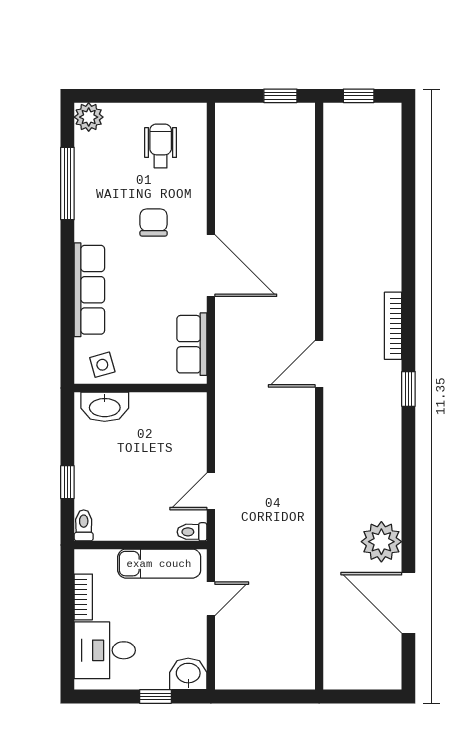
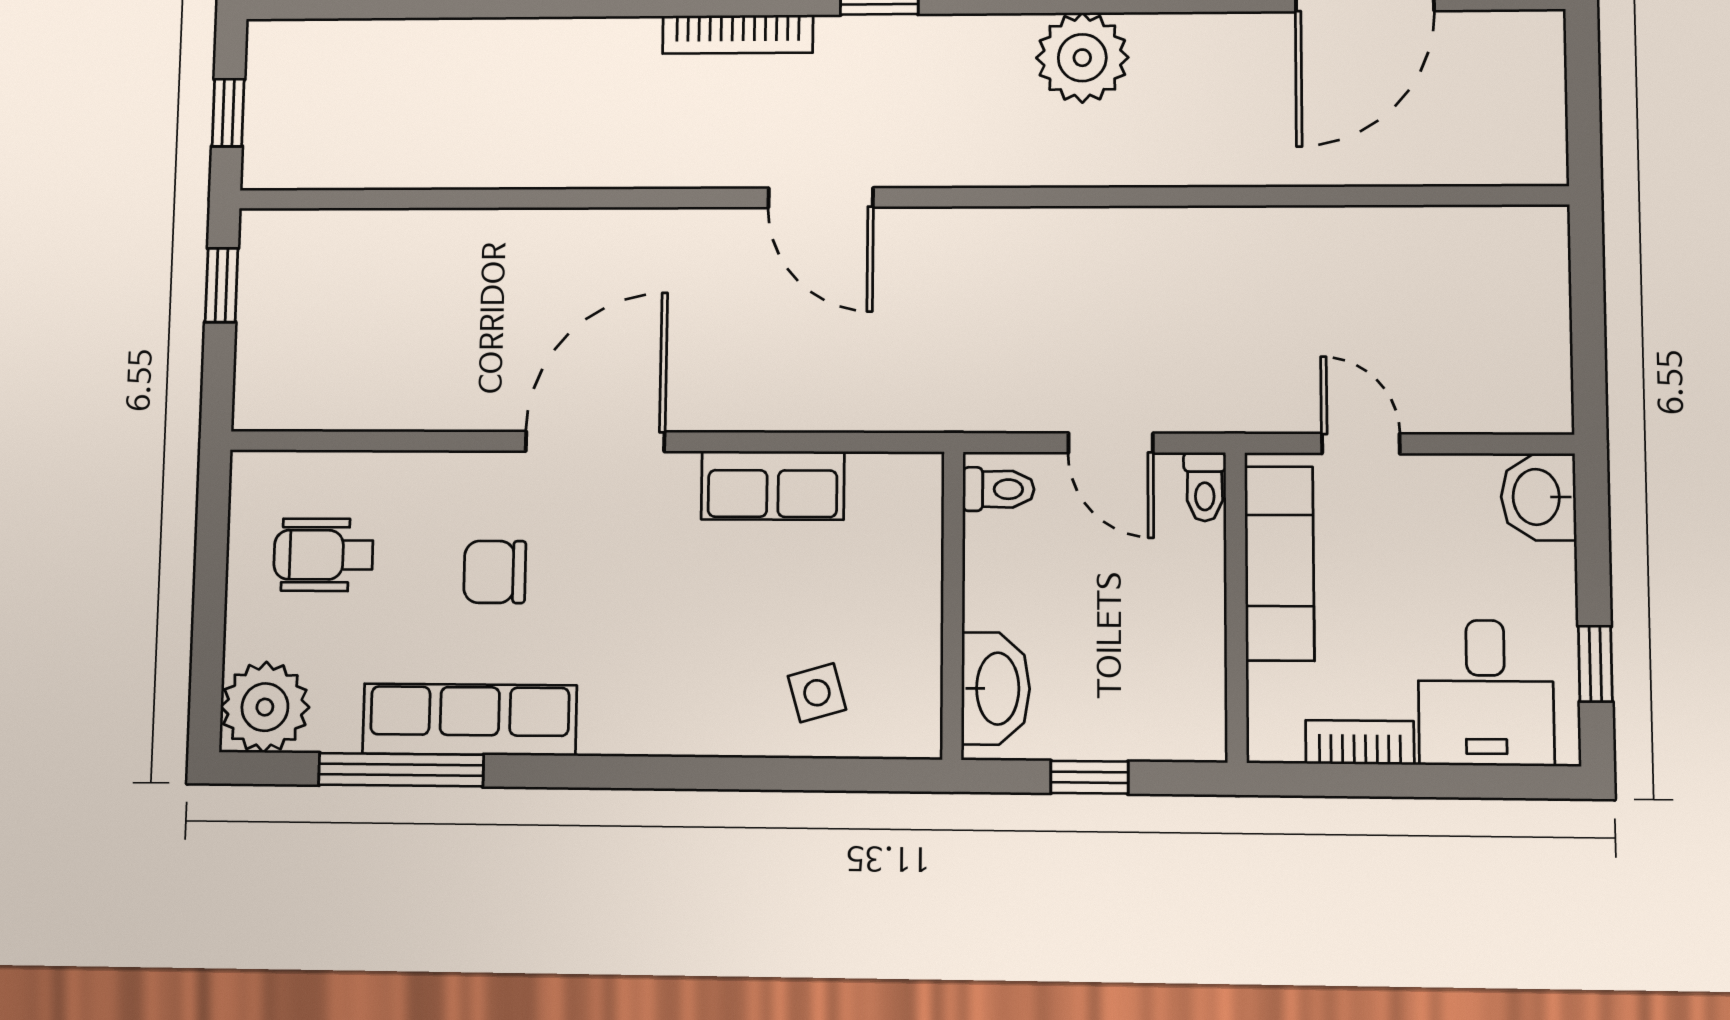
plant: (89, 117) -> (265, 707), width x1.36, depth x1.36
row of seats: (89, 290) -> (470, 720), moved
wall: (141, 388) -> (953, 605), moved
washbasin: (105, 407) -> (996, 689), moved
toilet: (84, 525) -> (998, 489), moved, turned 180
plant: (381, 542) -> (1082, 58), moved
window: (155, 697) -> (1595, 664), moved

